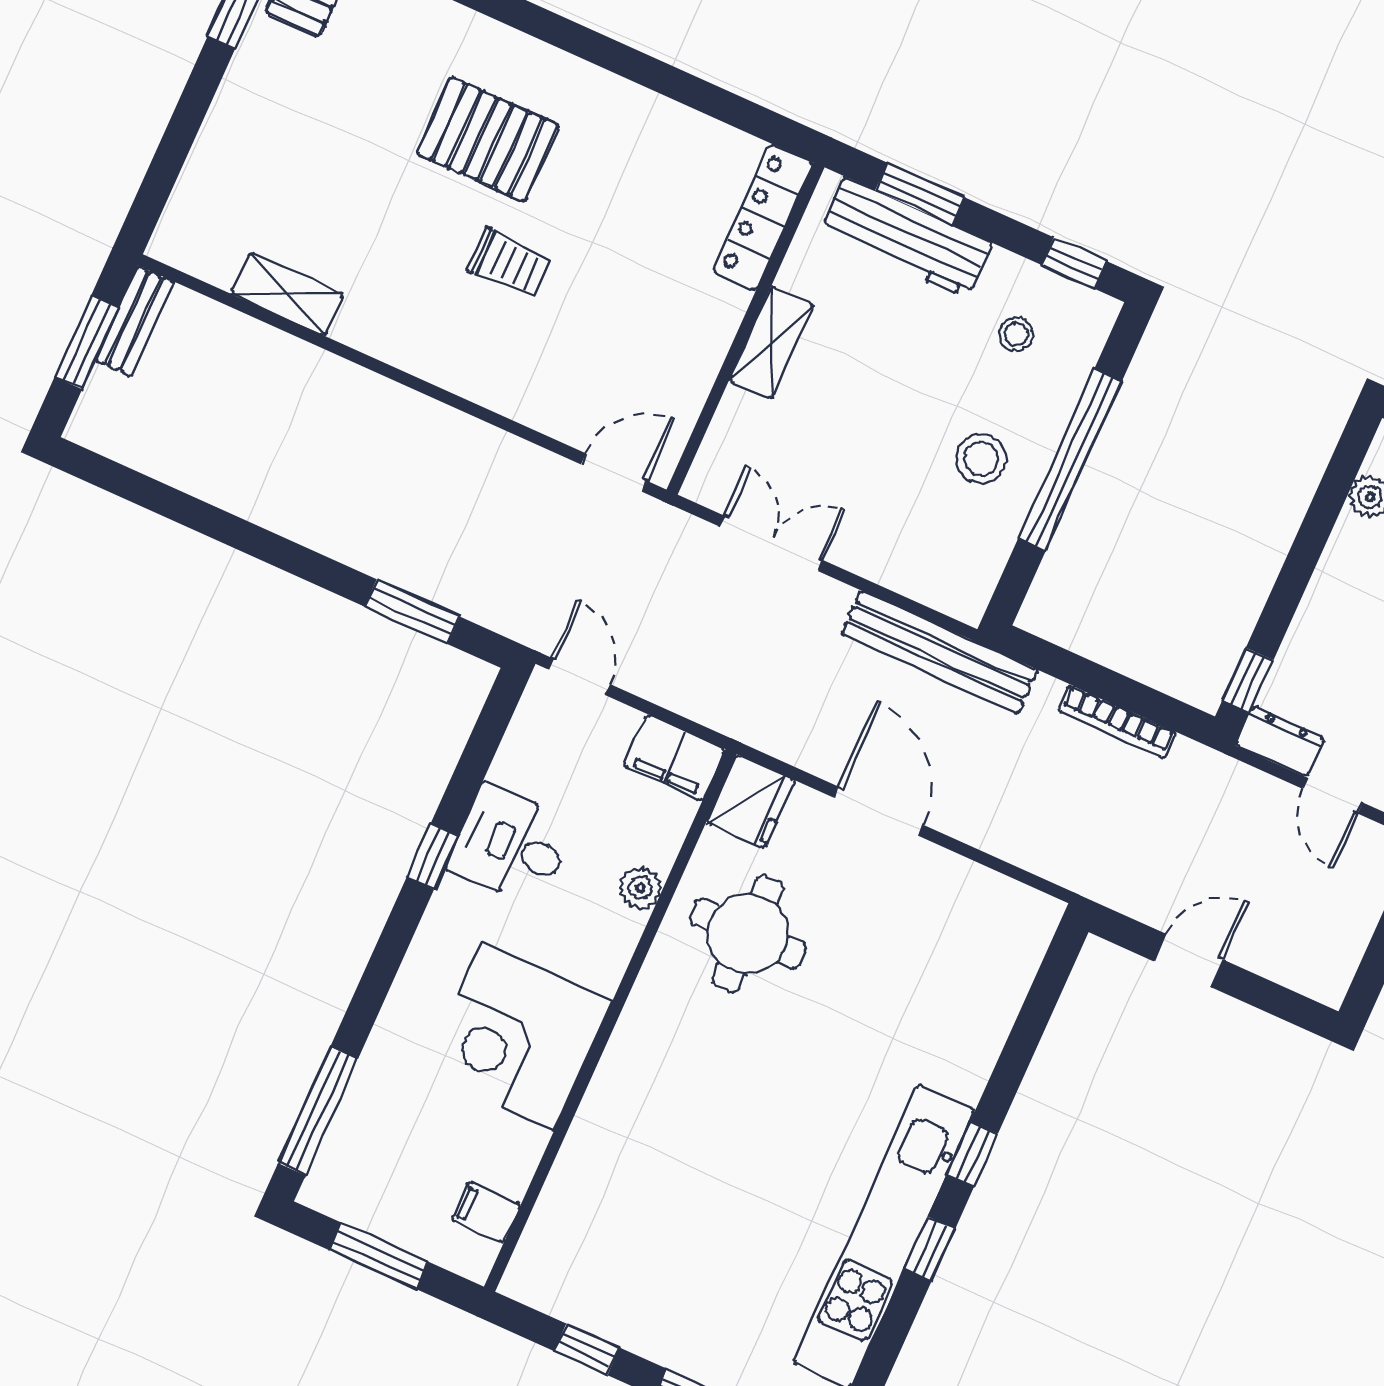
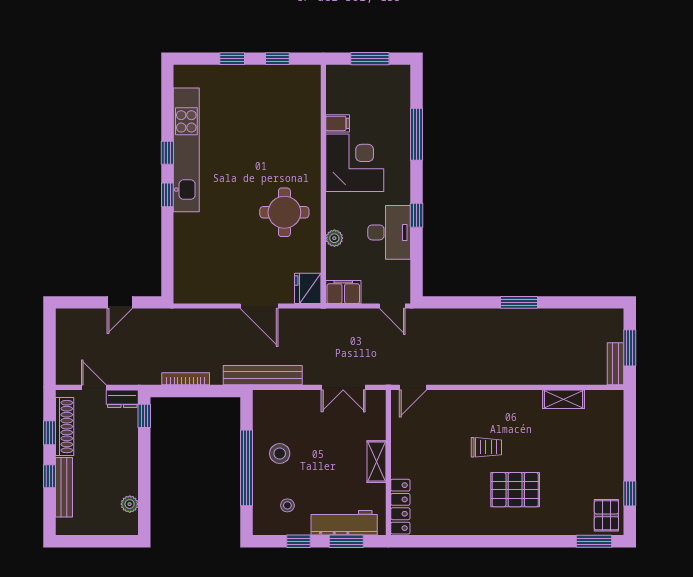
window: (1074, 263) -> (299, 541), moved
trolley: (510, 264) -> (486, 447), turned 180
window: (412, 612) -> (519, 302), moved
desk: (511, 845) -> (389, 232), width x1.37
round table: (748, 934) -> (284, 212), moved
window: (318, 1111) -> (416, 134), moved
filing cabinet: (486, 1212) -> (338, 123), moved

